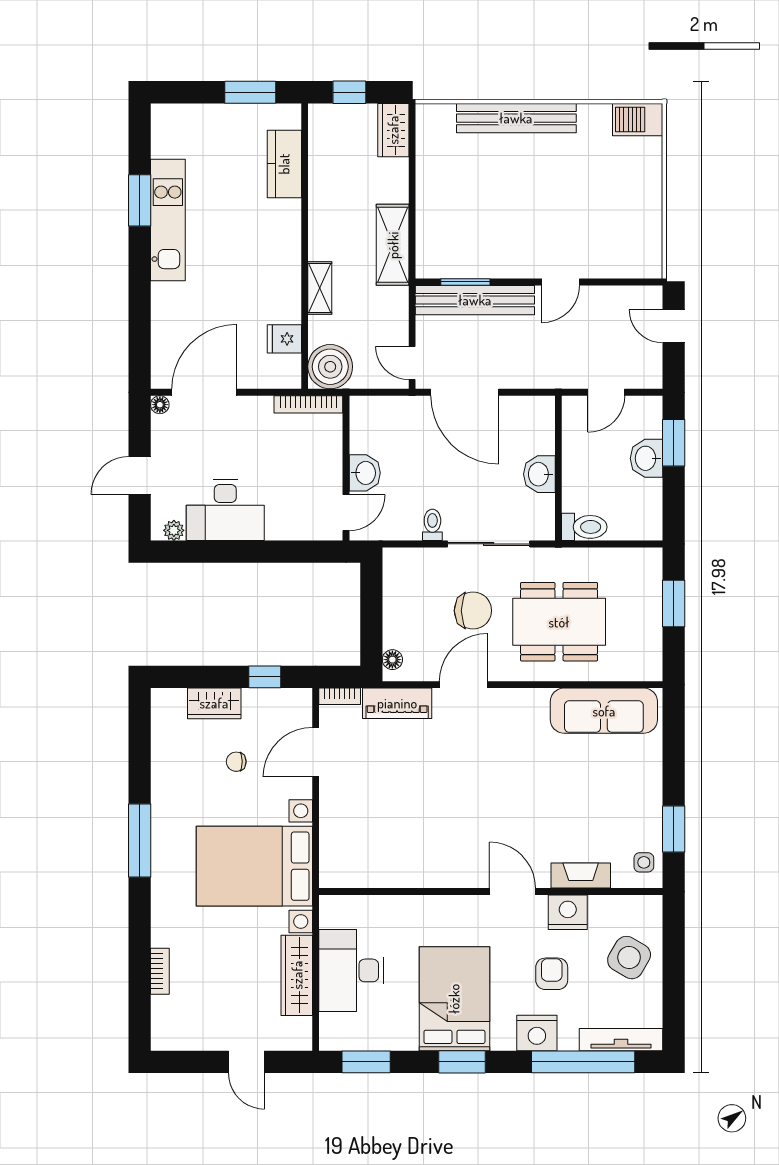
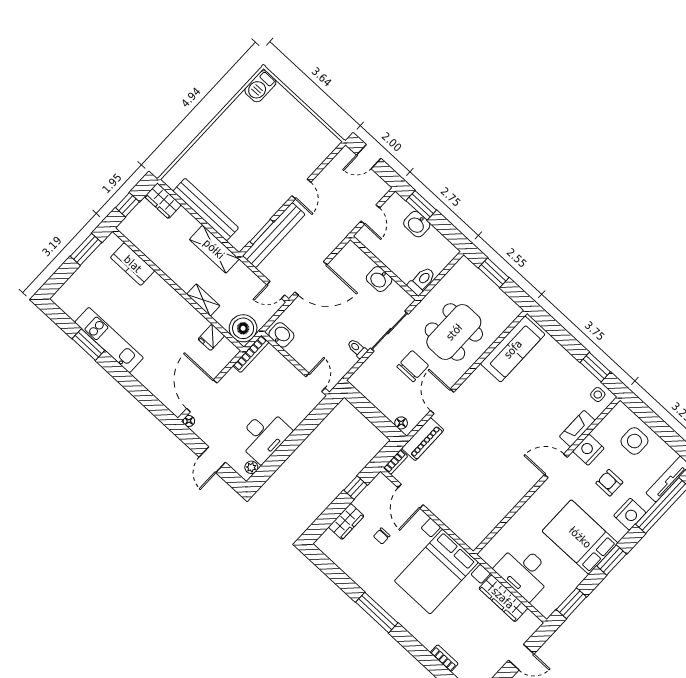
bench: (516, 118) -> (206, 210), moved, turned 90
washbasin: (365, 473) -> (281, 335), moved
side table: (629, 958) -> (634, 441), turned -30

